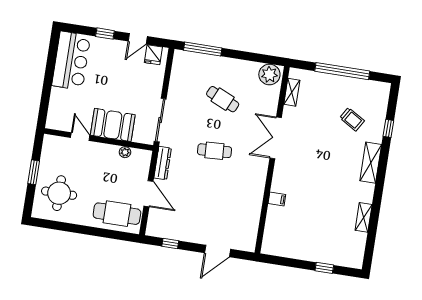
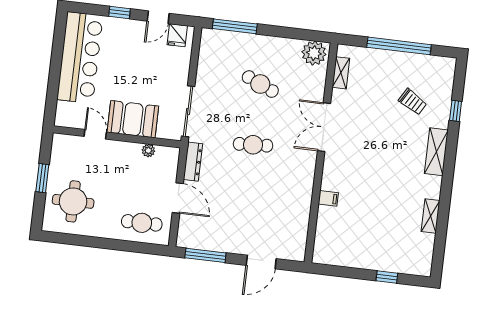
bar counter: (71, 61) -> (80, 58), width x1.36
cafe table: (117, 214) -> (142, 223), width x0.73, depth x0.74
window: (170, 243) -> (205, 255), width x2.17

